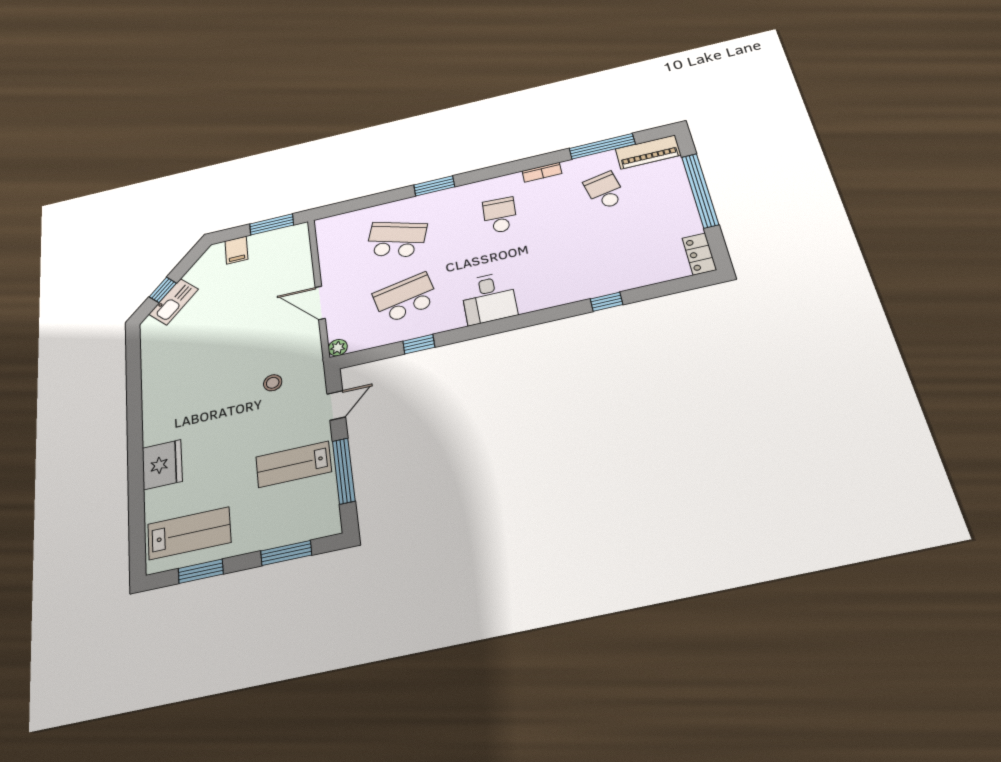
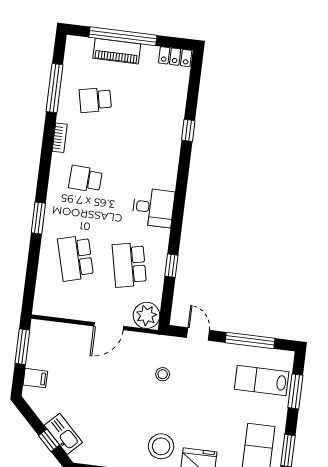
piano: (648, 152) -> (117, 51), moved, turned 90
school desk: (396, 239) -> (76, 258), turned -33
plant: (338, 348) -> (146, 315), width x1.87, depth x1.87
stool: (178, 413) -> (161, 446), added
lab bench: (294, 464) -> (262, 380), moved, turned 90

